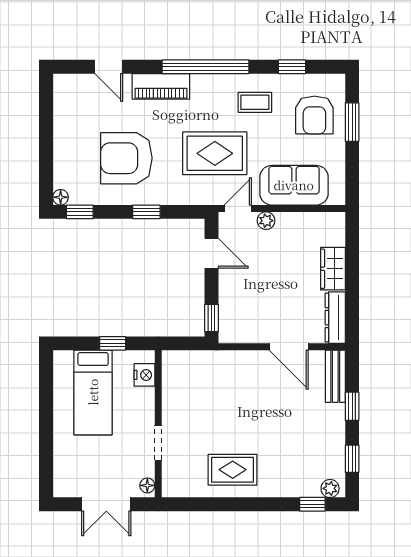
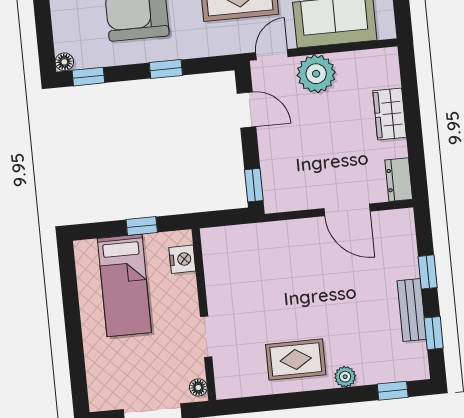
plant: (266, 221) -> (316, 74), width x1.87, depth x1.87
dresser: (335, 318) -> (399, 180), width x0.70
bench: (335, 376) -> (412, 310), moved
plant: (330, 488) -> (345, 377), moved

